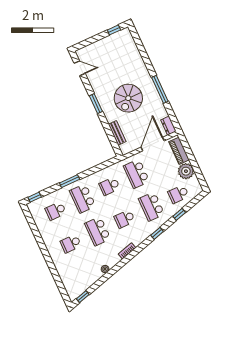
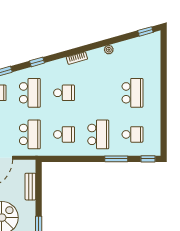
window: (70, 181) -> (116, 159), moved
school desk: (98, 231) -> (98, 93), removed
school desk: (71, 244) -> (132, 93), width x1.85

